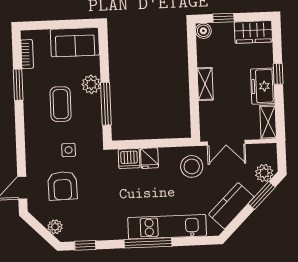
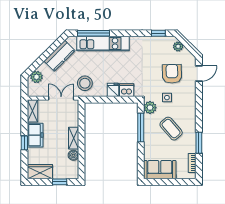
boiler: (203, 31) -> (73, 155), moved
plant: (91, 84) -> (150, 108), moved
coffee table: (61, 104) -> (171, 129), turned -41
window: (262, 195) -> (39, 62), removed
window: (148, 243) -> (94, 33), moved

